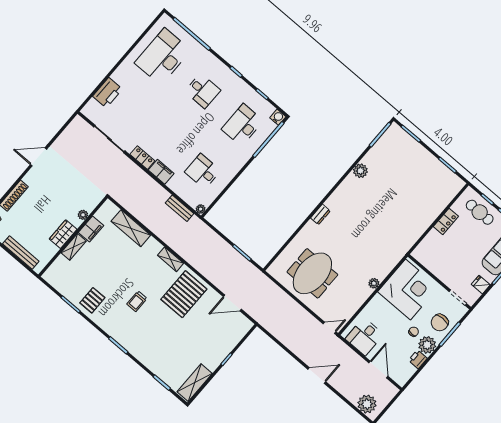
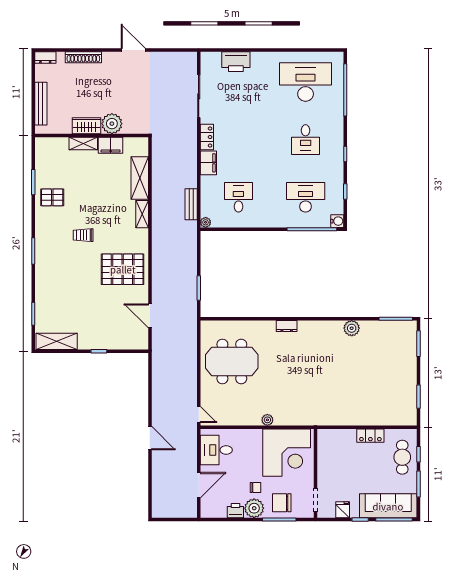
plant: (83, 215) -> (112, 124), width x1.87, depth x1.87
shelving: (170, 259) -> (142, 214), moved
plant: (367, 404) -> (162, 500), removed

